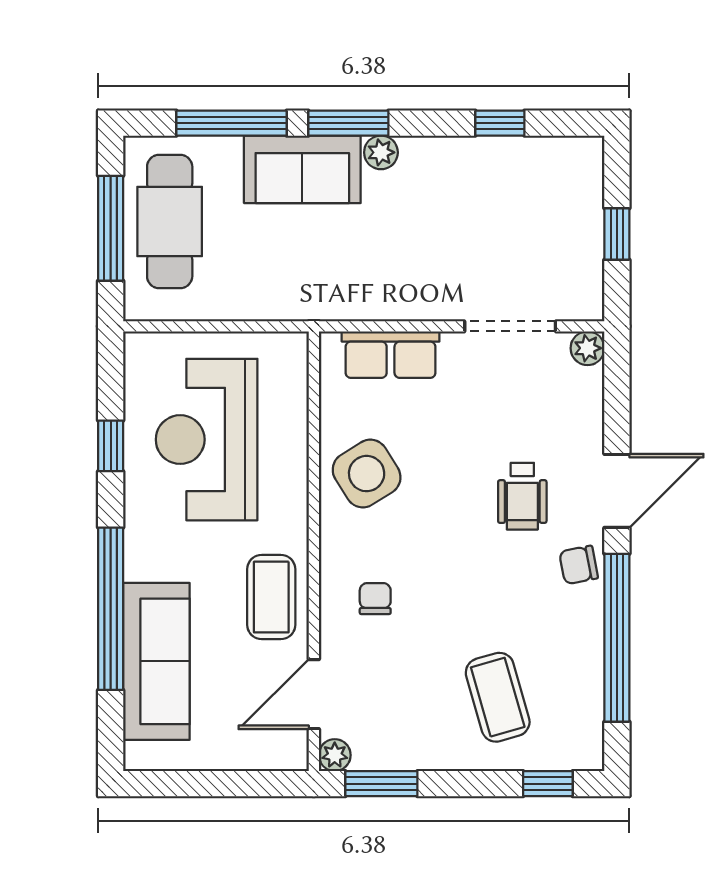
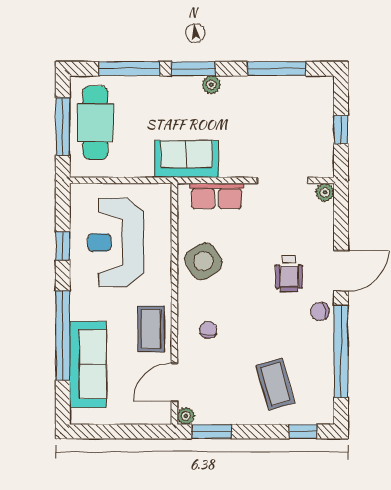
window: (500, 123) -> (277, 69), width x2.17
sofa: (302, 169) -> (186, 159), moved, turned 180

